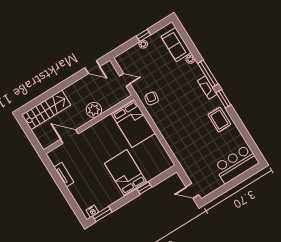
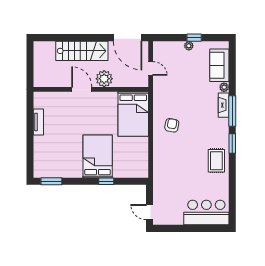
door: (92, 67) -> (128, 38), width x1.88
fireplace: (207, 87) -> (224, 105), moved
armchair: (152, 98) -> (172, 125), moved
stairs: (46, 110) -> (82, 51), moved
door: (69, 136) -> (82, 89), moved
nightstand: (92, 211) -> (44, 173), removed

